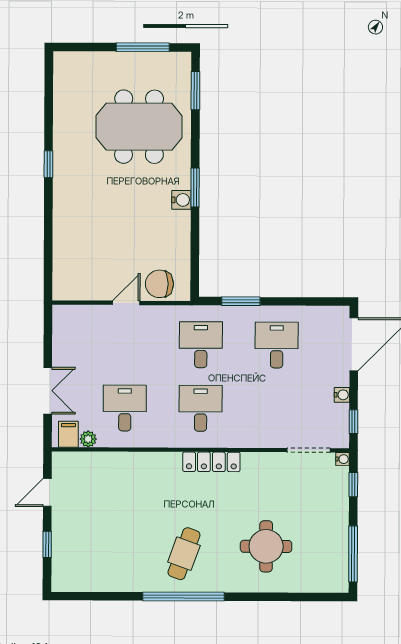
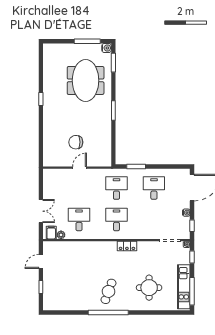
meeting table: (139, 127) -> (86, 80), turned 90
water cooler: (181, 200) -> (107, 48), moved
chair: (159, 284) -> (76, 142), moved
locker: (211, 462) -> (127, 246), width x0.66
kitchen unit: (336, 545) -> (184, 287), added

